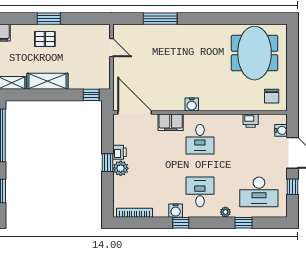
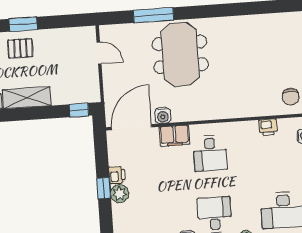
meeting table: (255, 53) -> (180, 54), moved
water cooler: (192, 104) -> (163, 116), moved
door: (135, 113) -> (132, 127), hinge flipped

